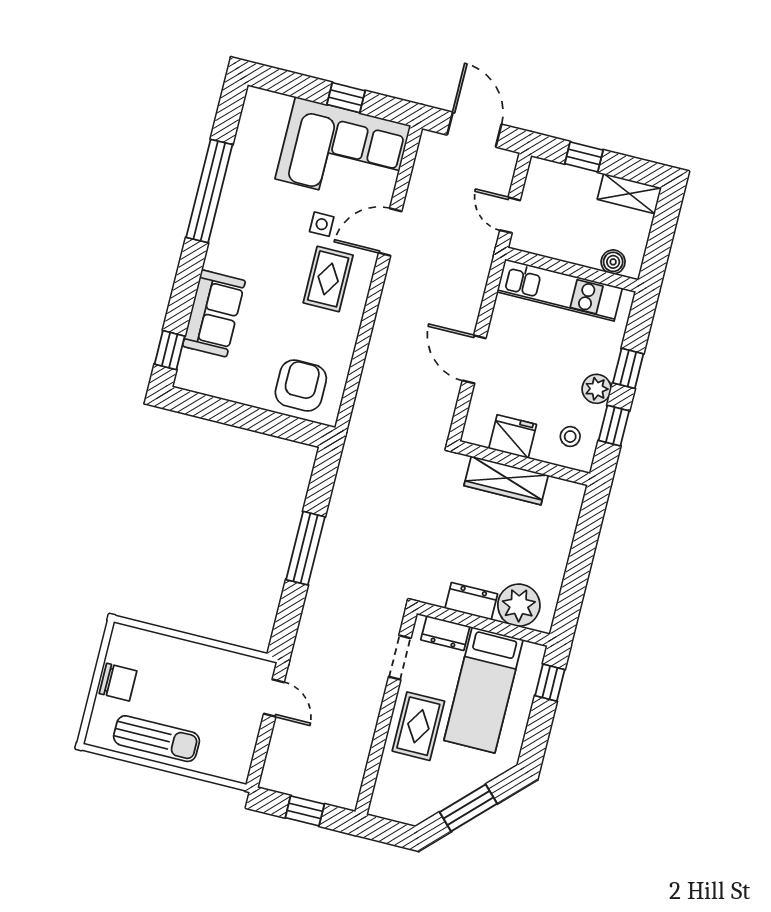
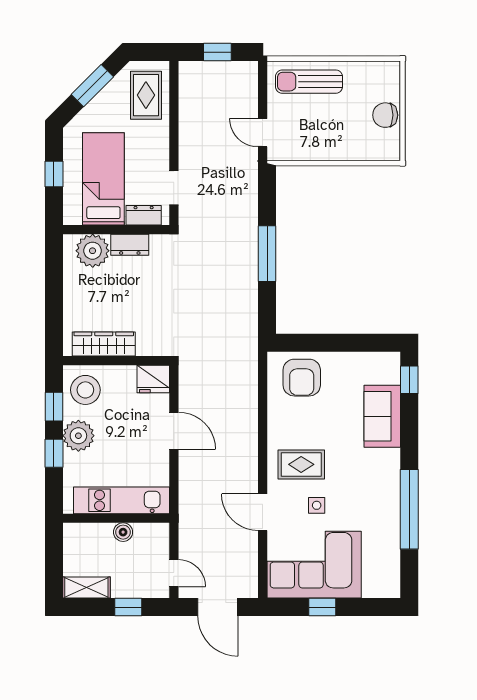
door: (510, 215) -> (174, 573), moved
door: (390, 232) -> (263, 512), swing flipped
boiler: (613, 262) -> (123, 532), moved
rug: (328, 279) -> (301, 464), turned 90
plant: (597, 389) -> (78, 436), width x1.36, depth x1.36
fridge: (513, 436) -> (153, 379), moved
stool: (570, 437) -> (85, 390), width x1.89, depth x1.89
wardrobe: (506, 480) -> (104, 344), moved
window: (550, 683) -> (54, 174), moved
rug: (418, 726) -> (146, 95), moved
sun lounger: (157, 739) -> (309, 82), moved

